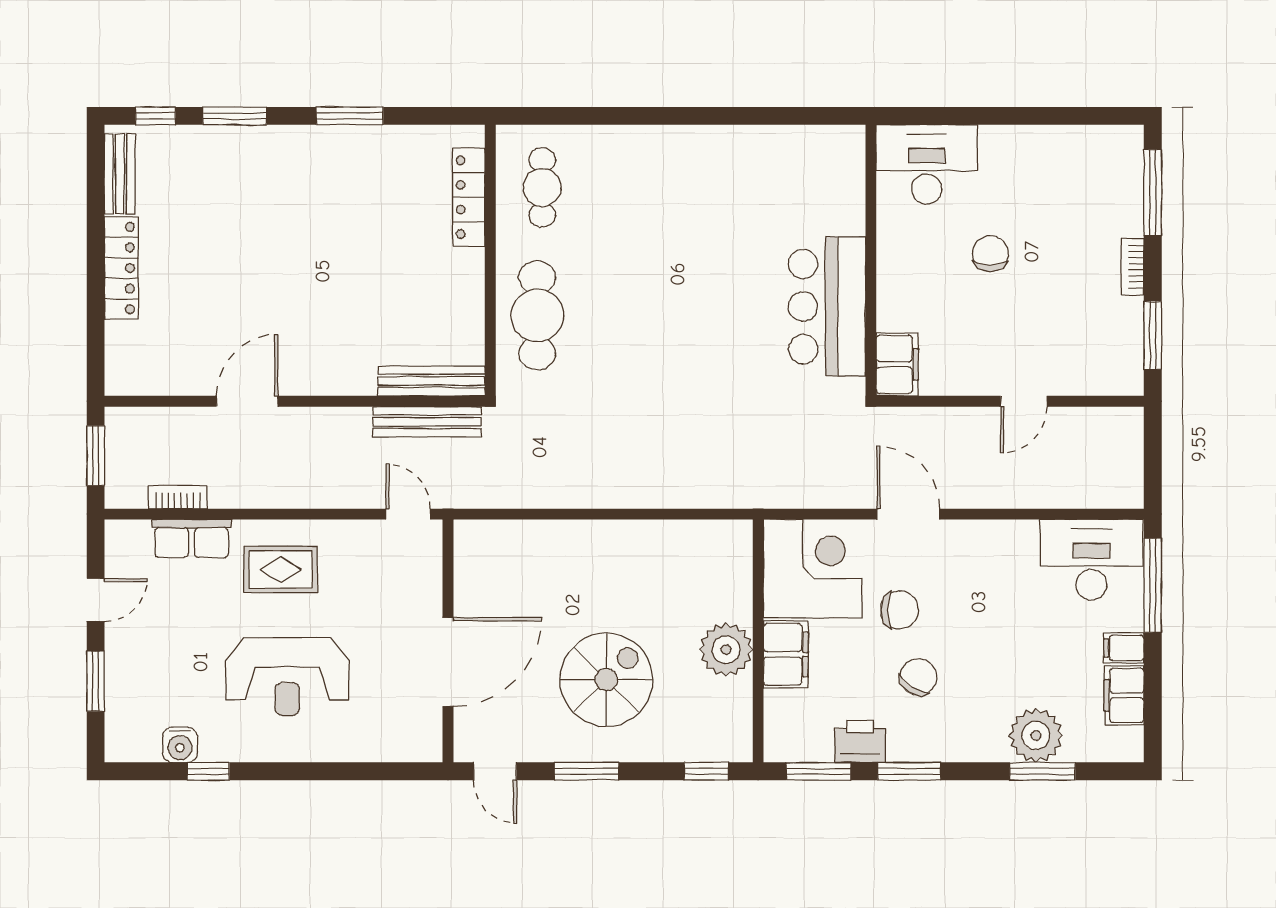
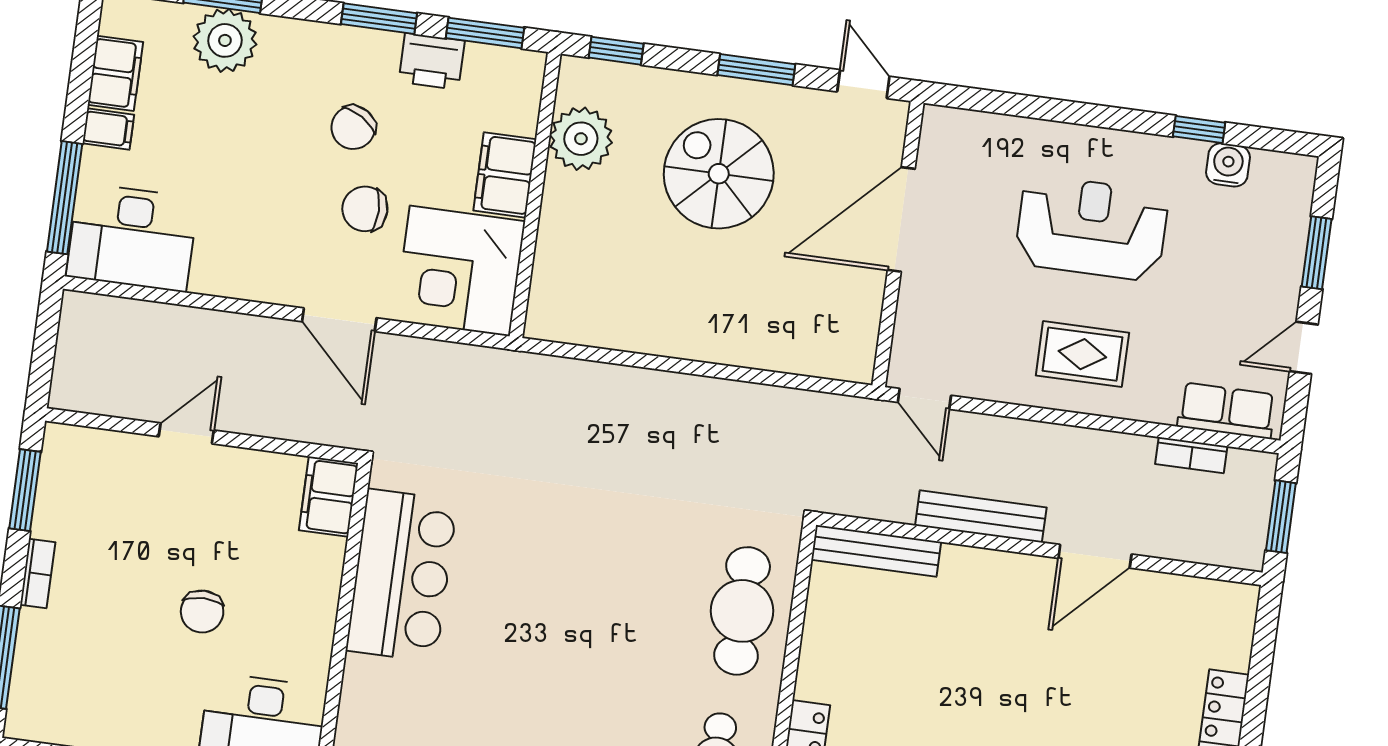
bench: (427, 422) -> (981, 516), moved
row of seats: (192, 538) -> (1227, 411), moved
plant: (726, 650) -> (581, 139), moved
spiral stairs: (606, 680) -> (719, 174), turned 90

